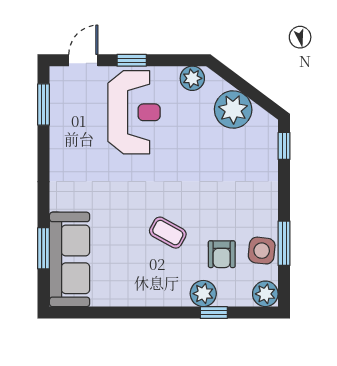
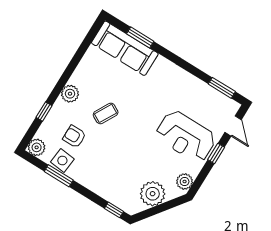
plant: (203, 294) -> (70, 94), moved

